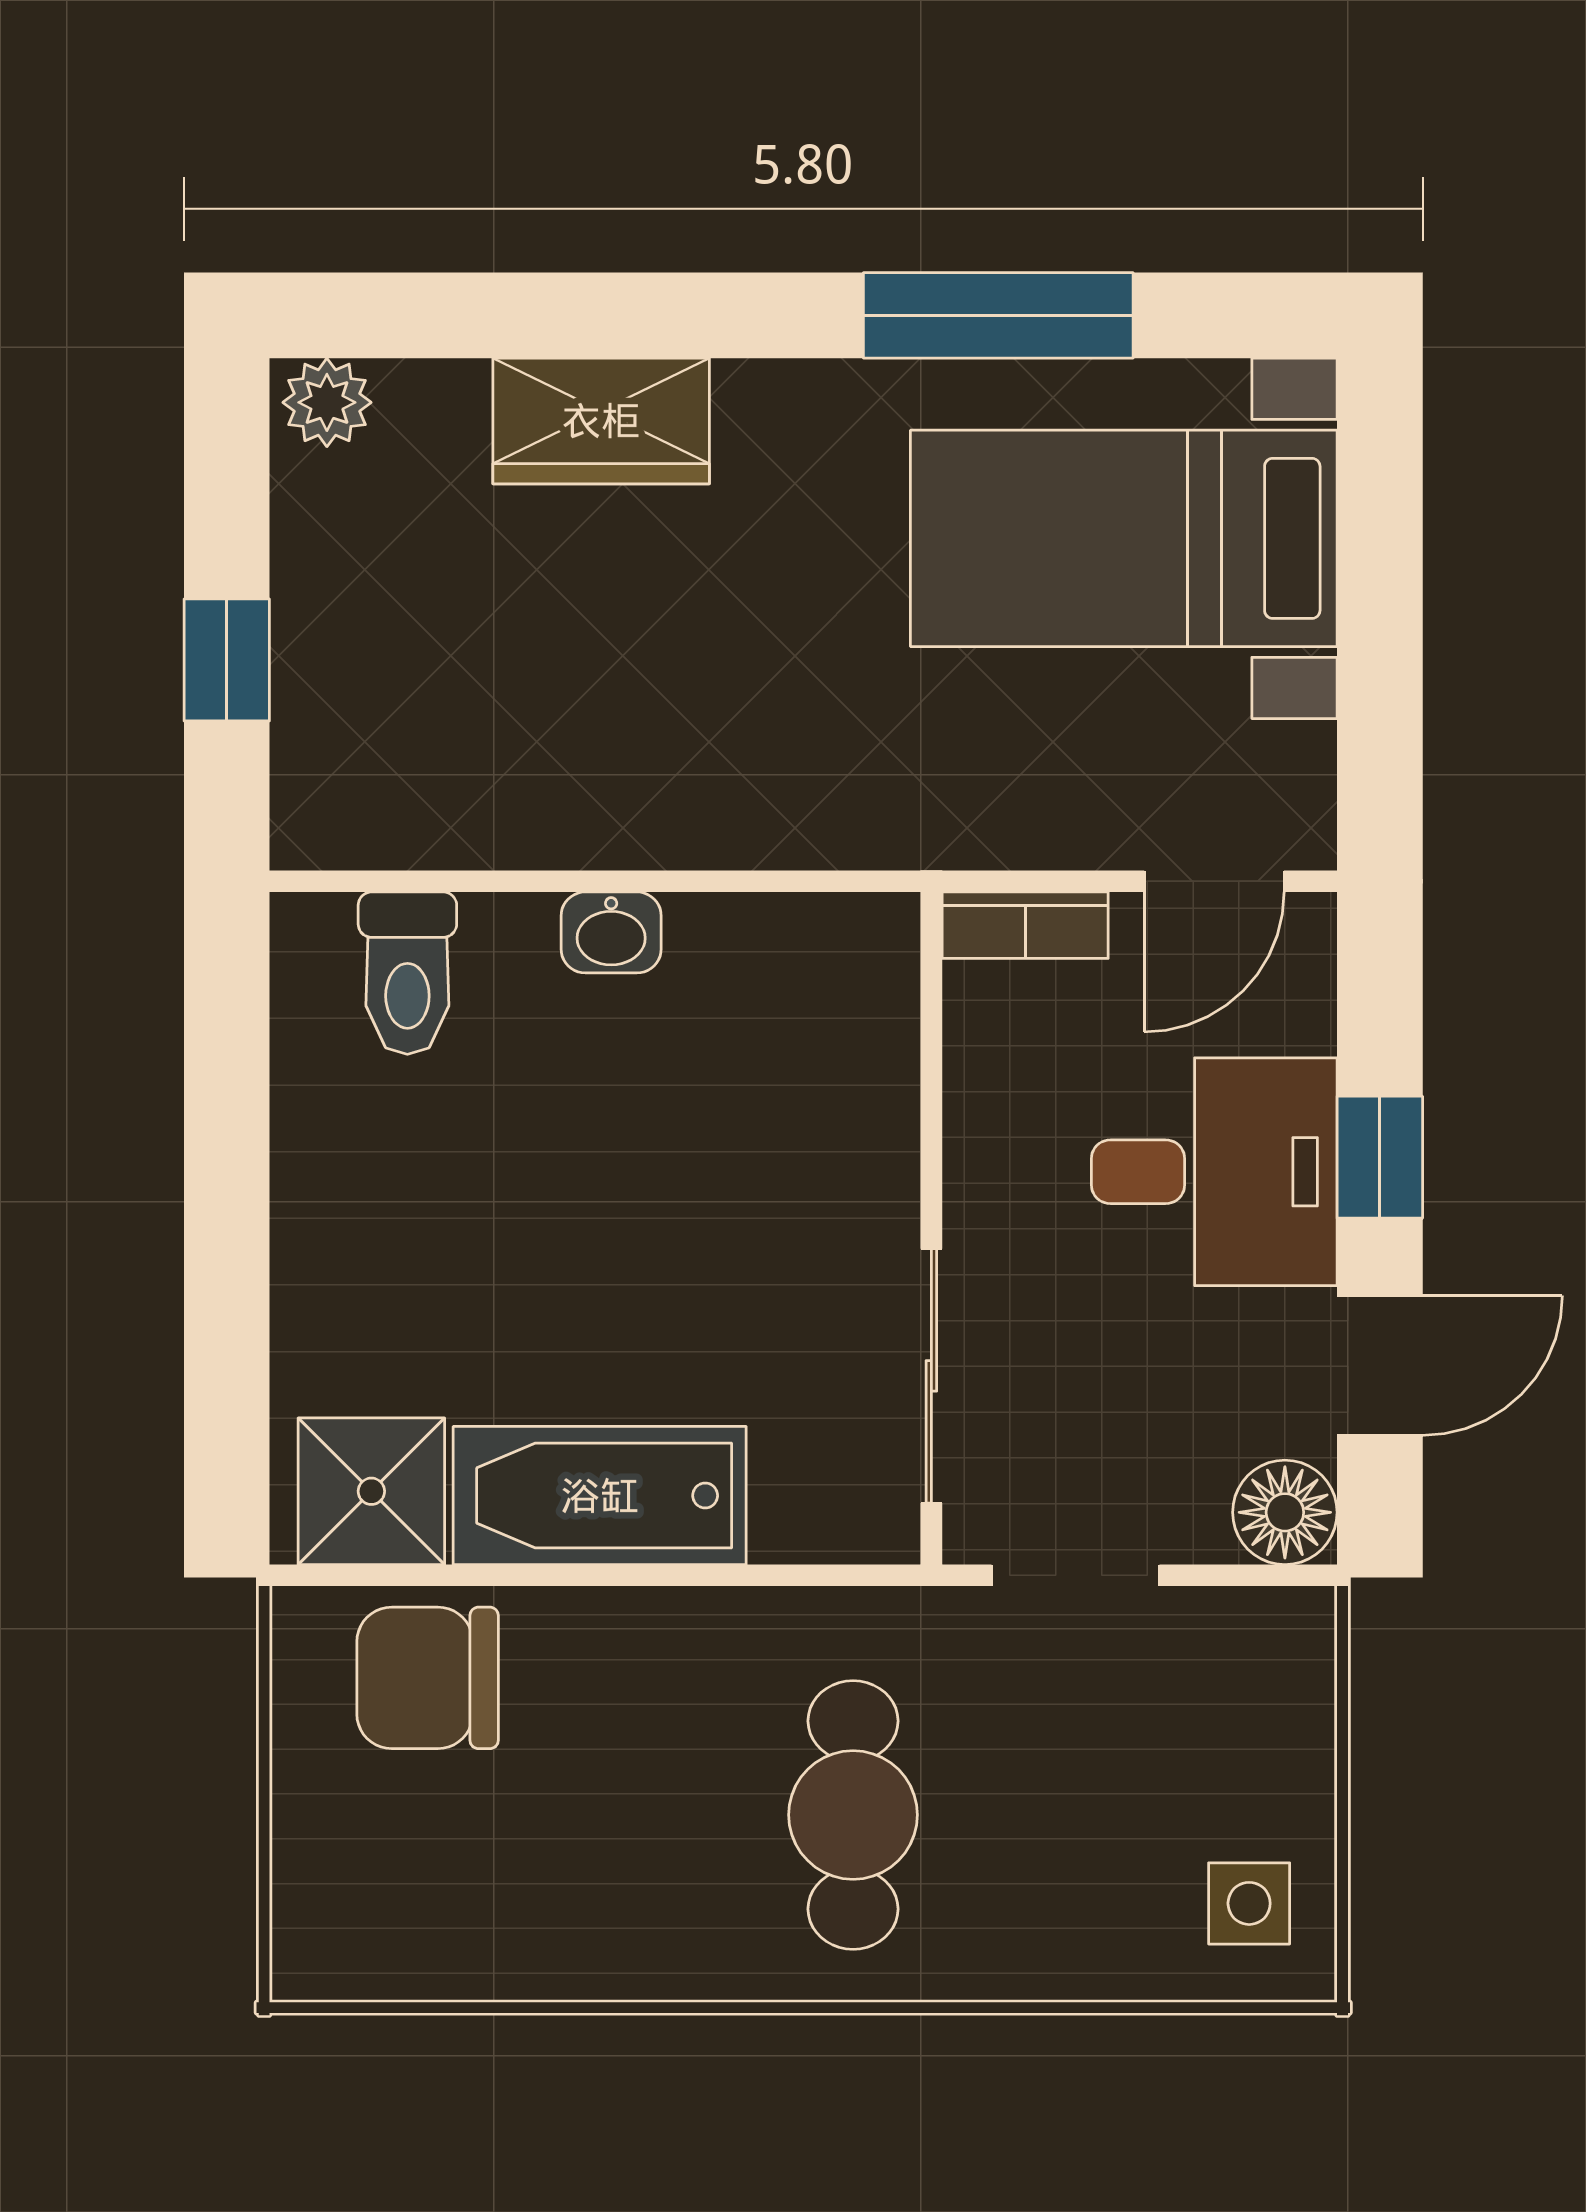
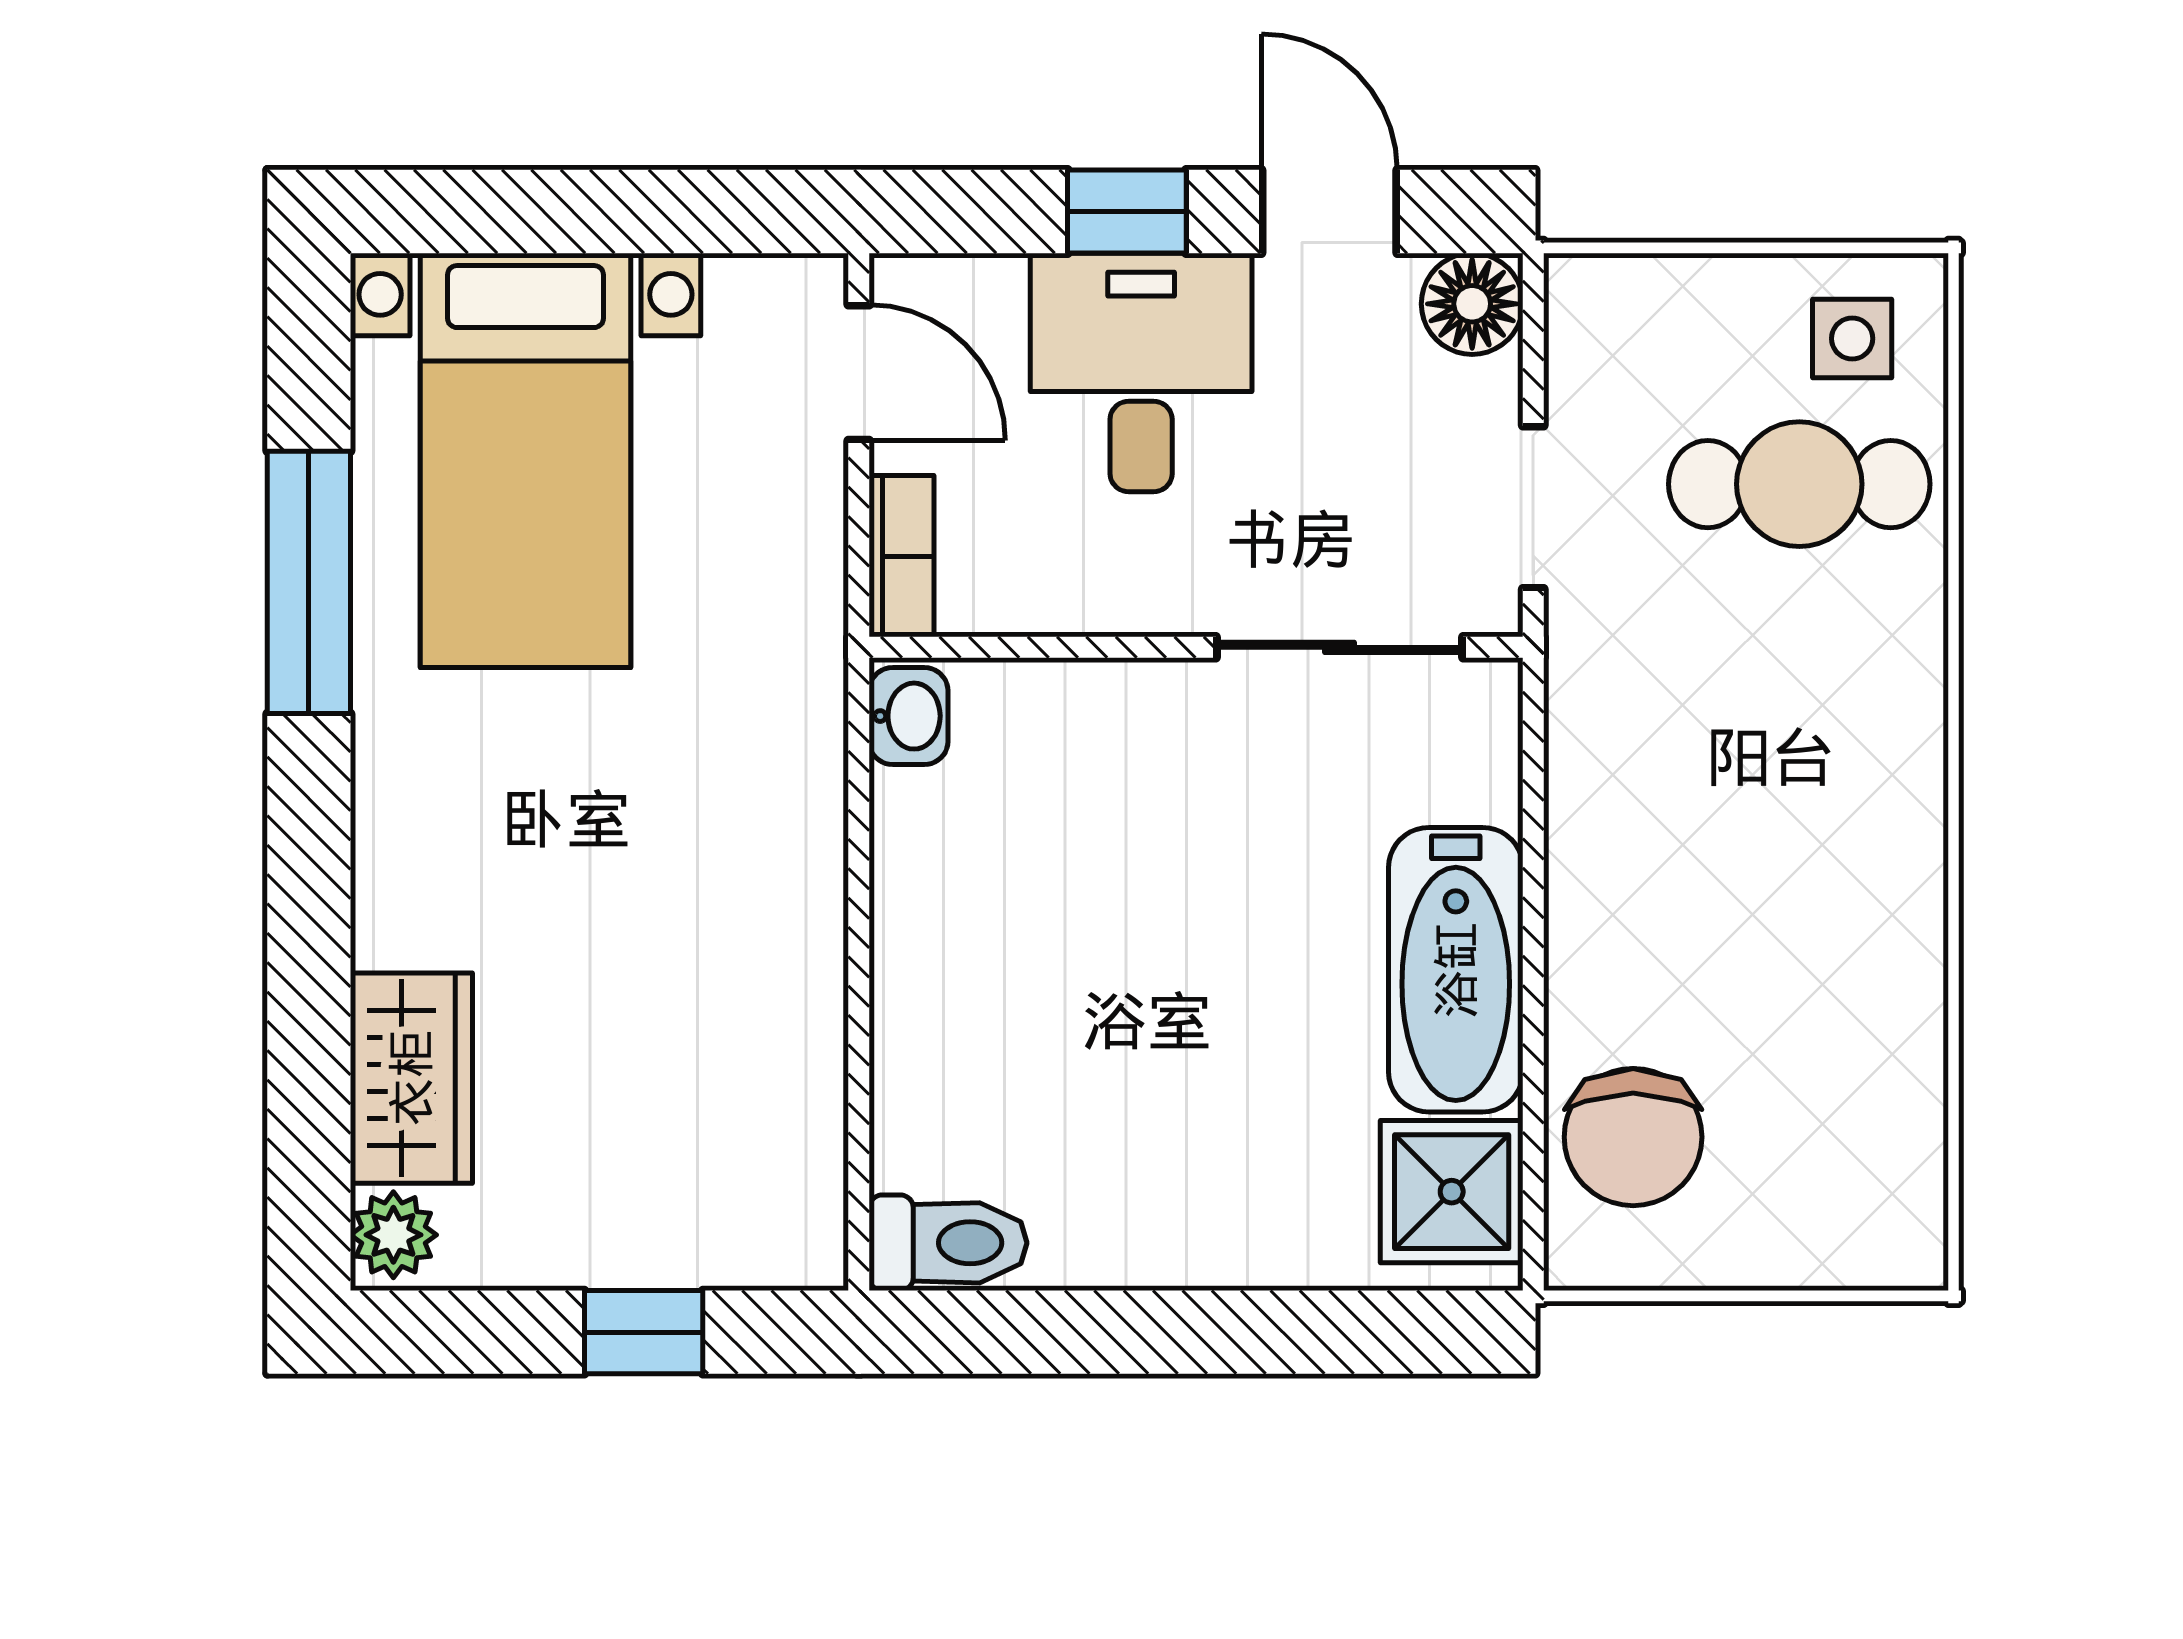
wardrobe: (601, 421) -> (411, 1078), moved
washbasin: (611, 932) -> (909, 716), moved
toilet: (407, 973) -> (948, 1243), moved
cafe table: (853, 1815) -> (1799, 484), moved

